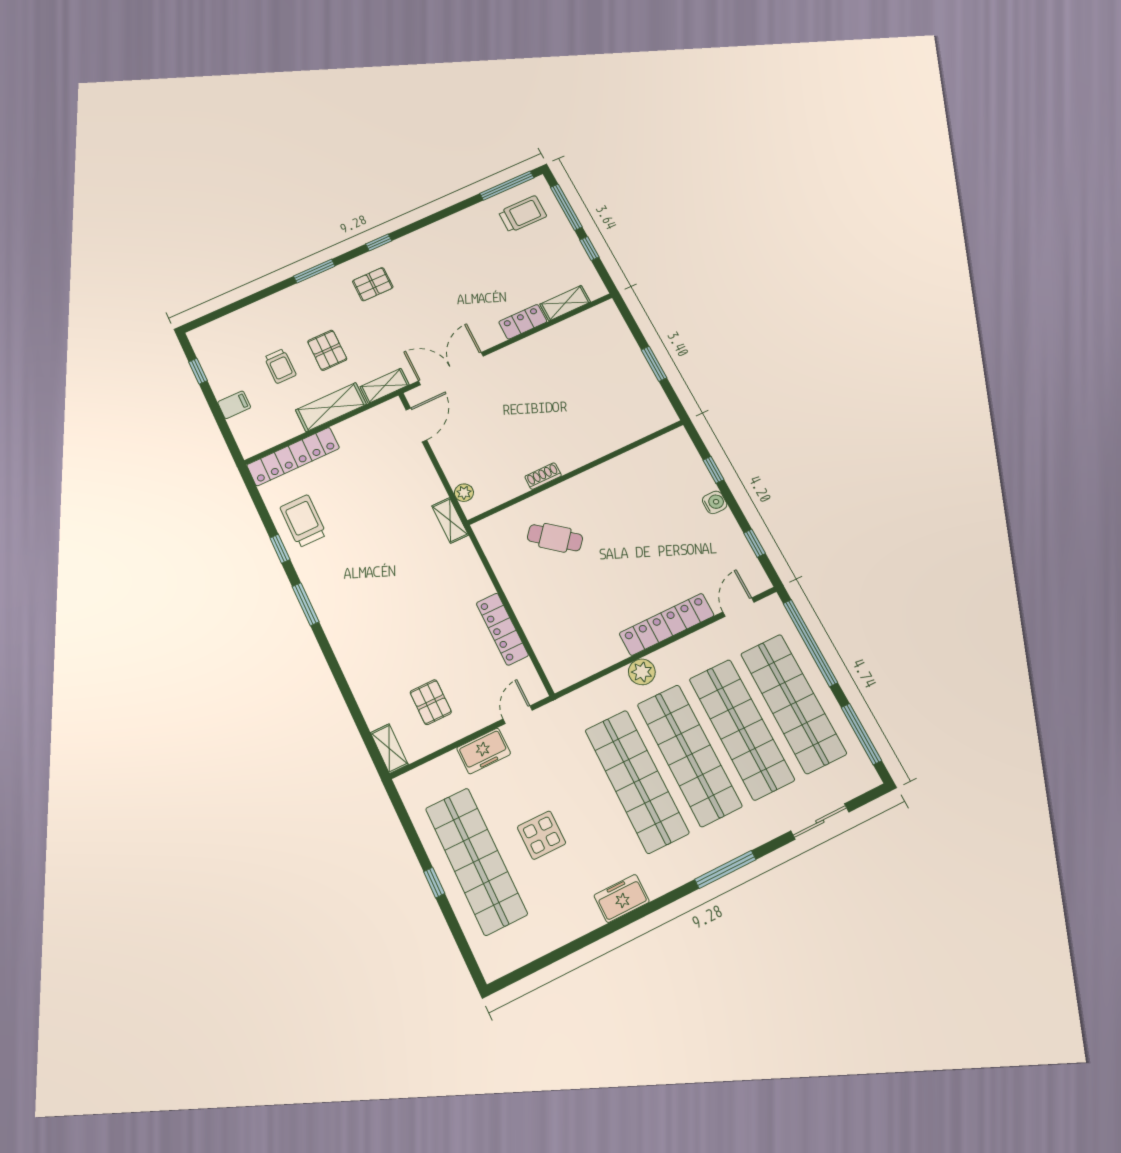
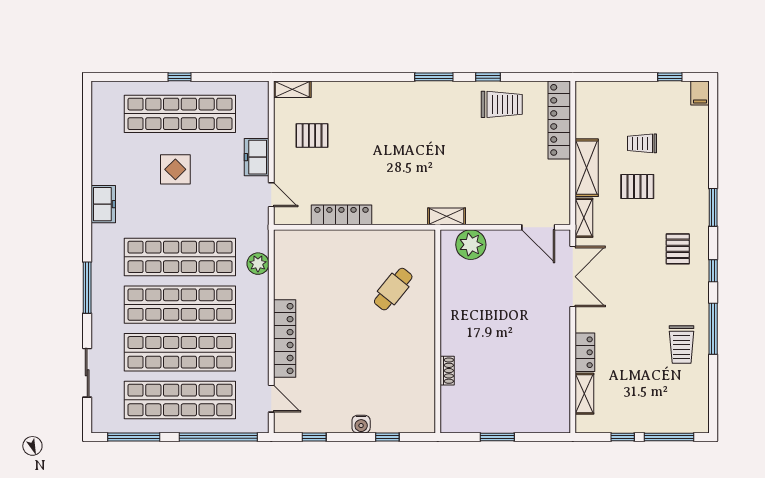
window: (507, 186) -> (713, 329), moved
trolley: (523, 214) -> (682, 345), moved
filing cabinet: (234, 405) -> (700, 93), moved
shoe rack: (543, 476) -> (447, 371), moved
plant: (464, 493) -> (471, 245), width x1.87, depth x1.87
plant: (642, 672) -> (258, 264), moved

